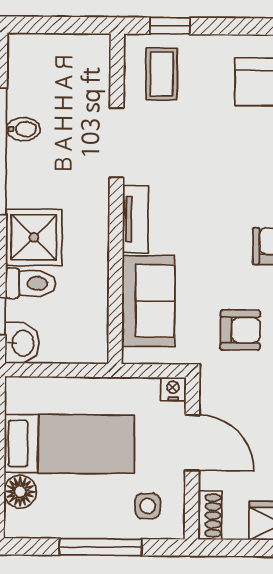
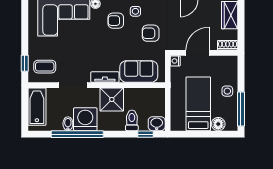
bathtub: (65, 55) -> (37, 107), added
washing machine: (34, 171) -> (85, 119), added
shower: (34, 237) -> (112, 99), moved
armchair: (240, 330) -> (151, 33), turned -90
side table: (148, 506) -> (227, 91), moved
window: (101, 547) -> (241, 109), moved

